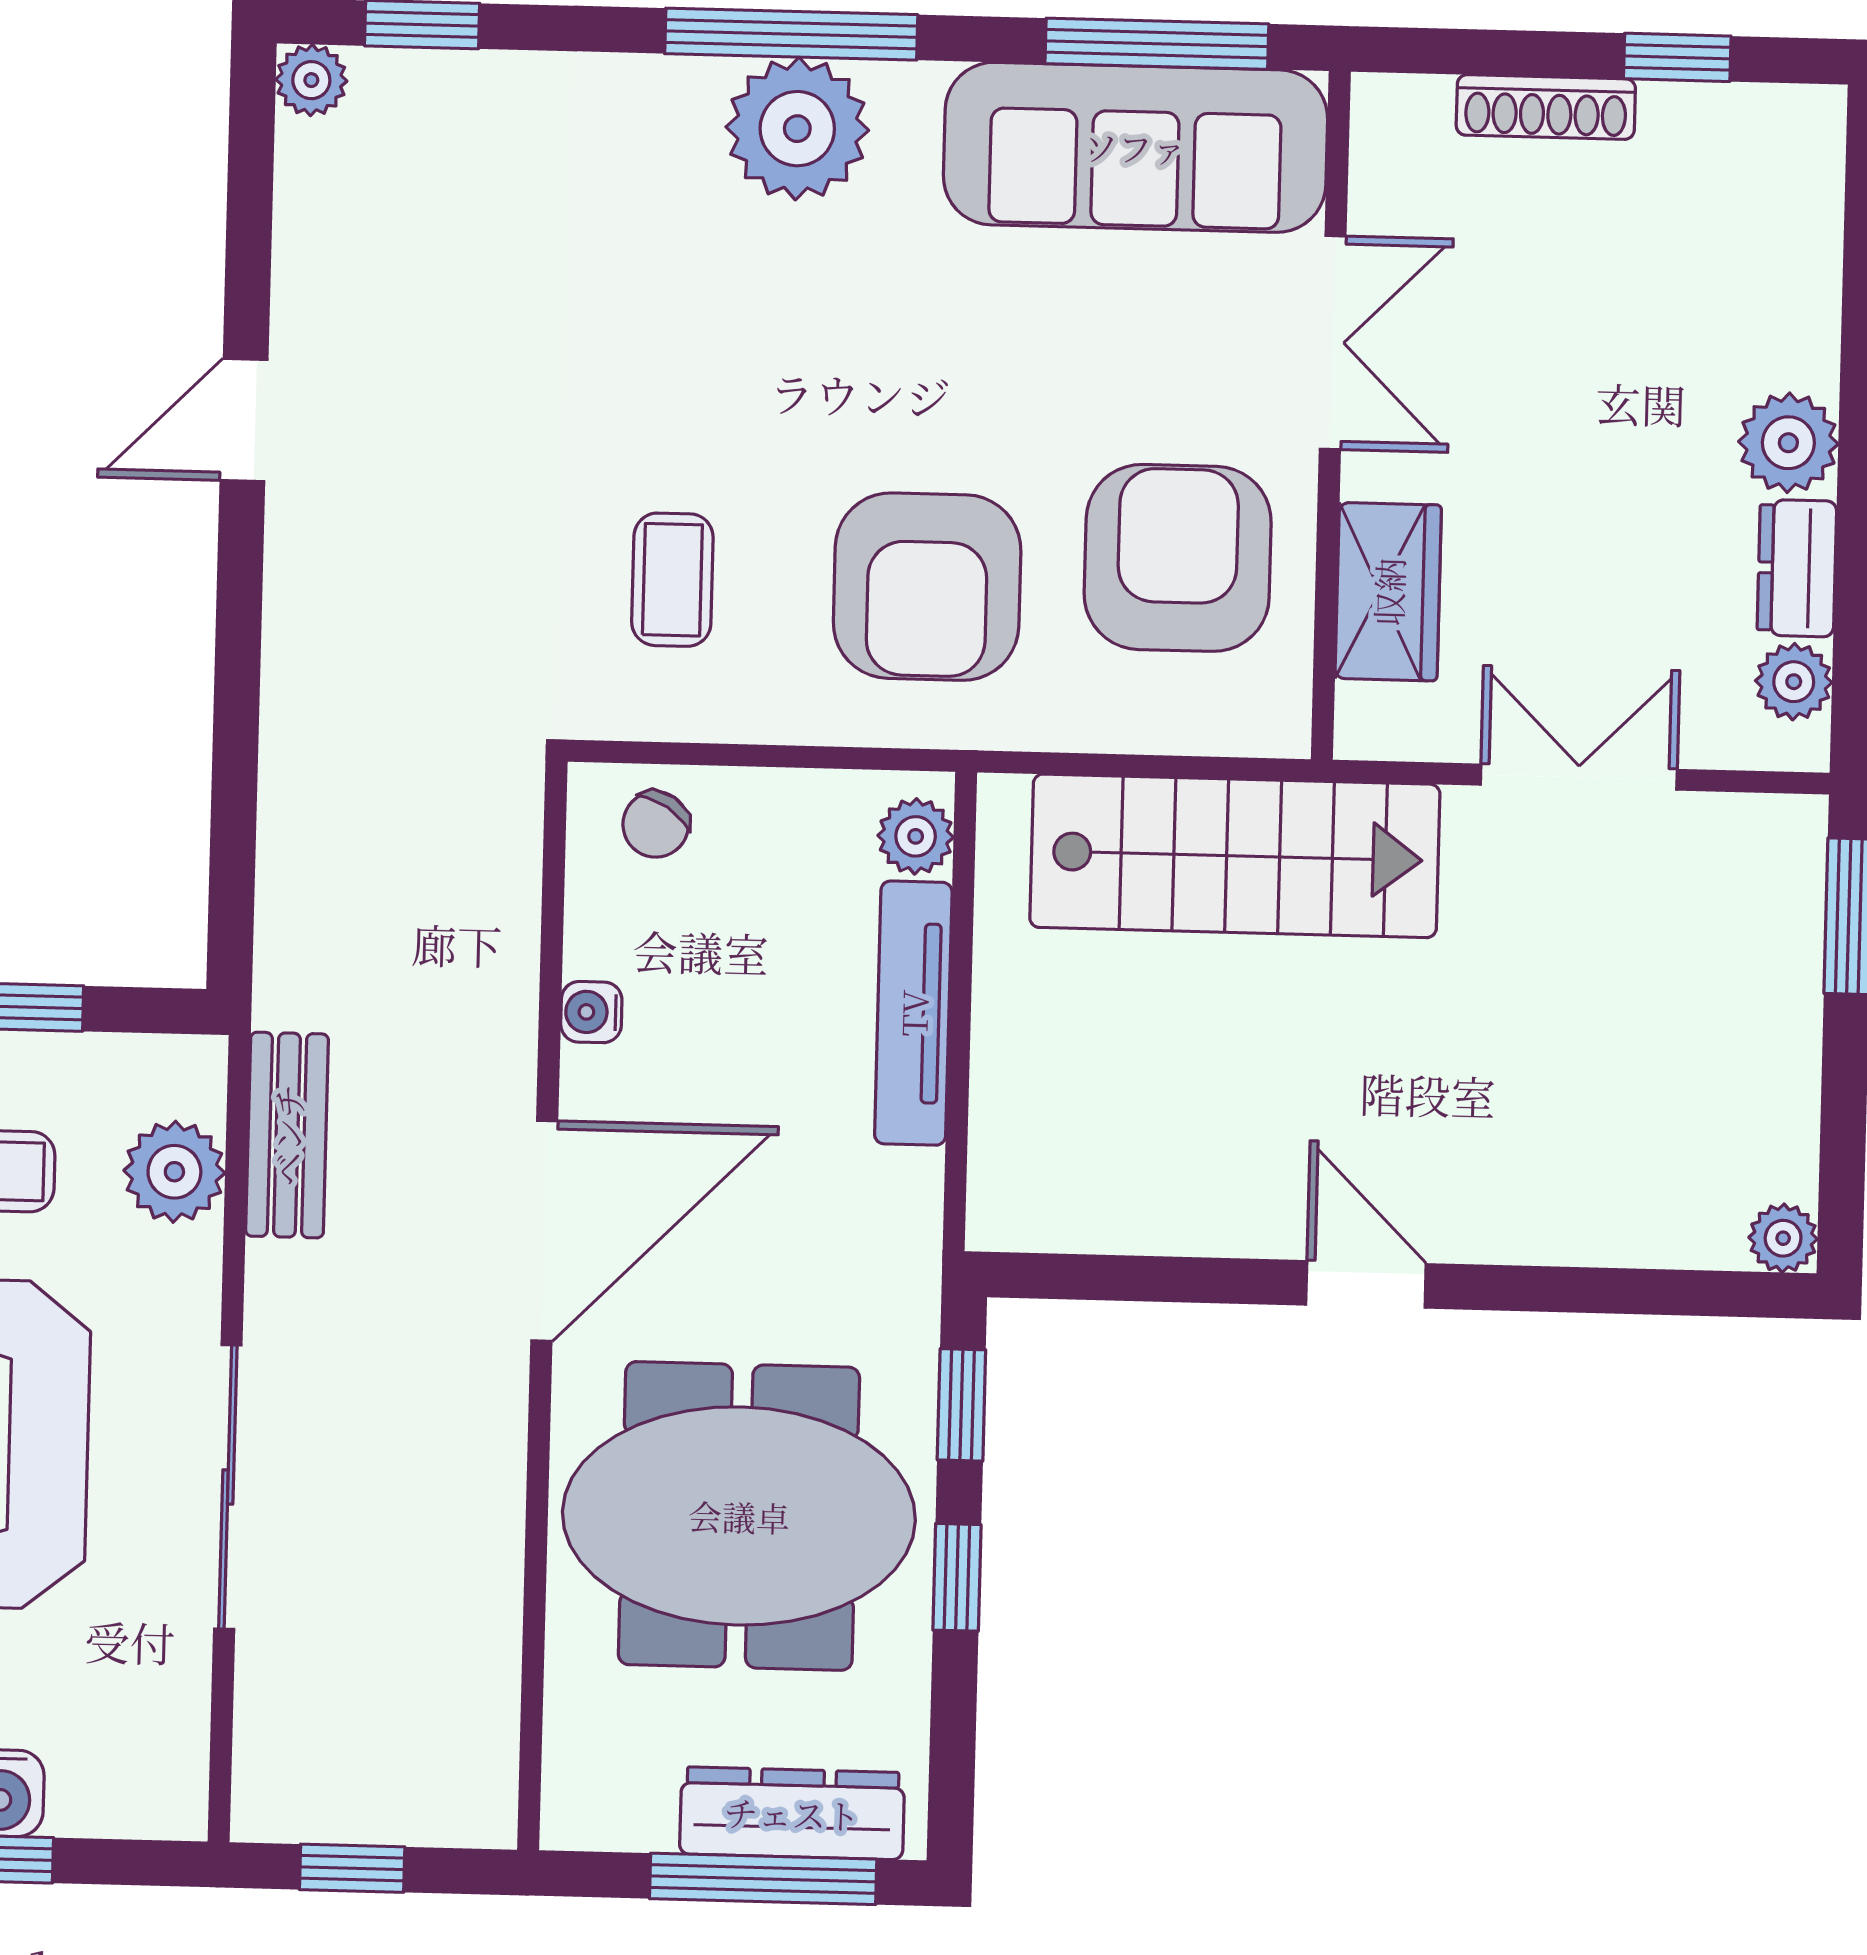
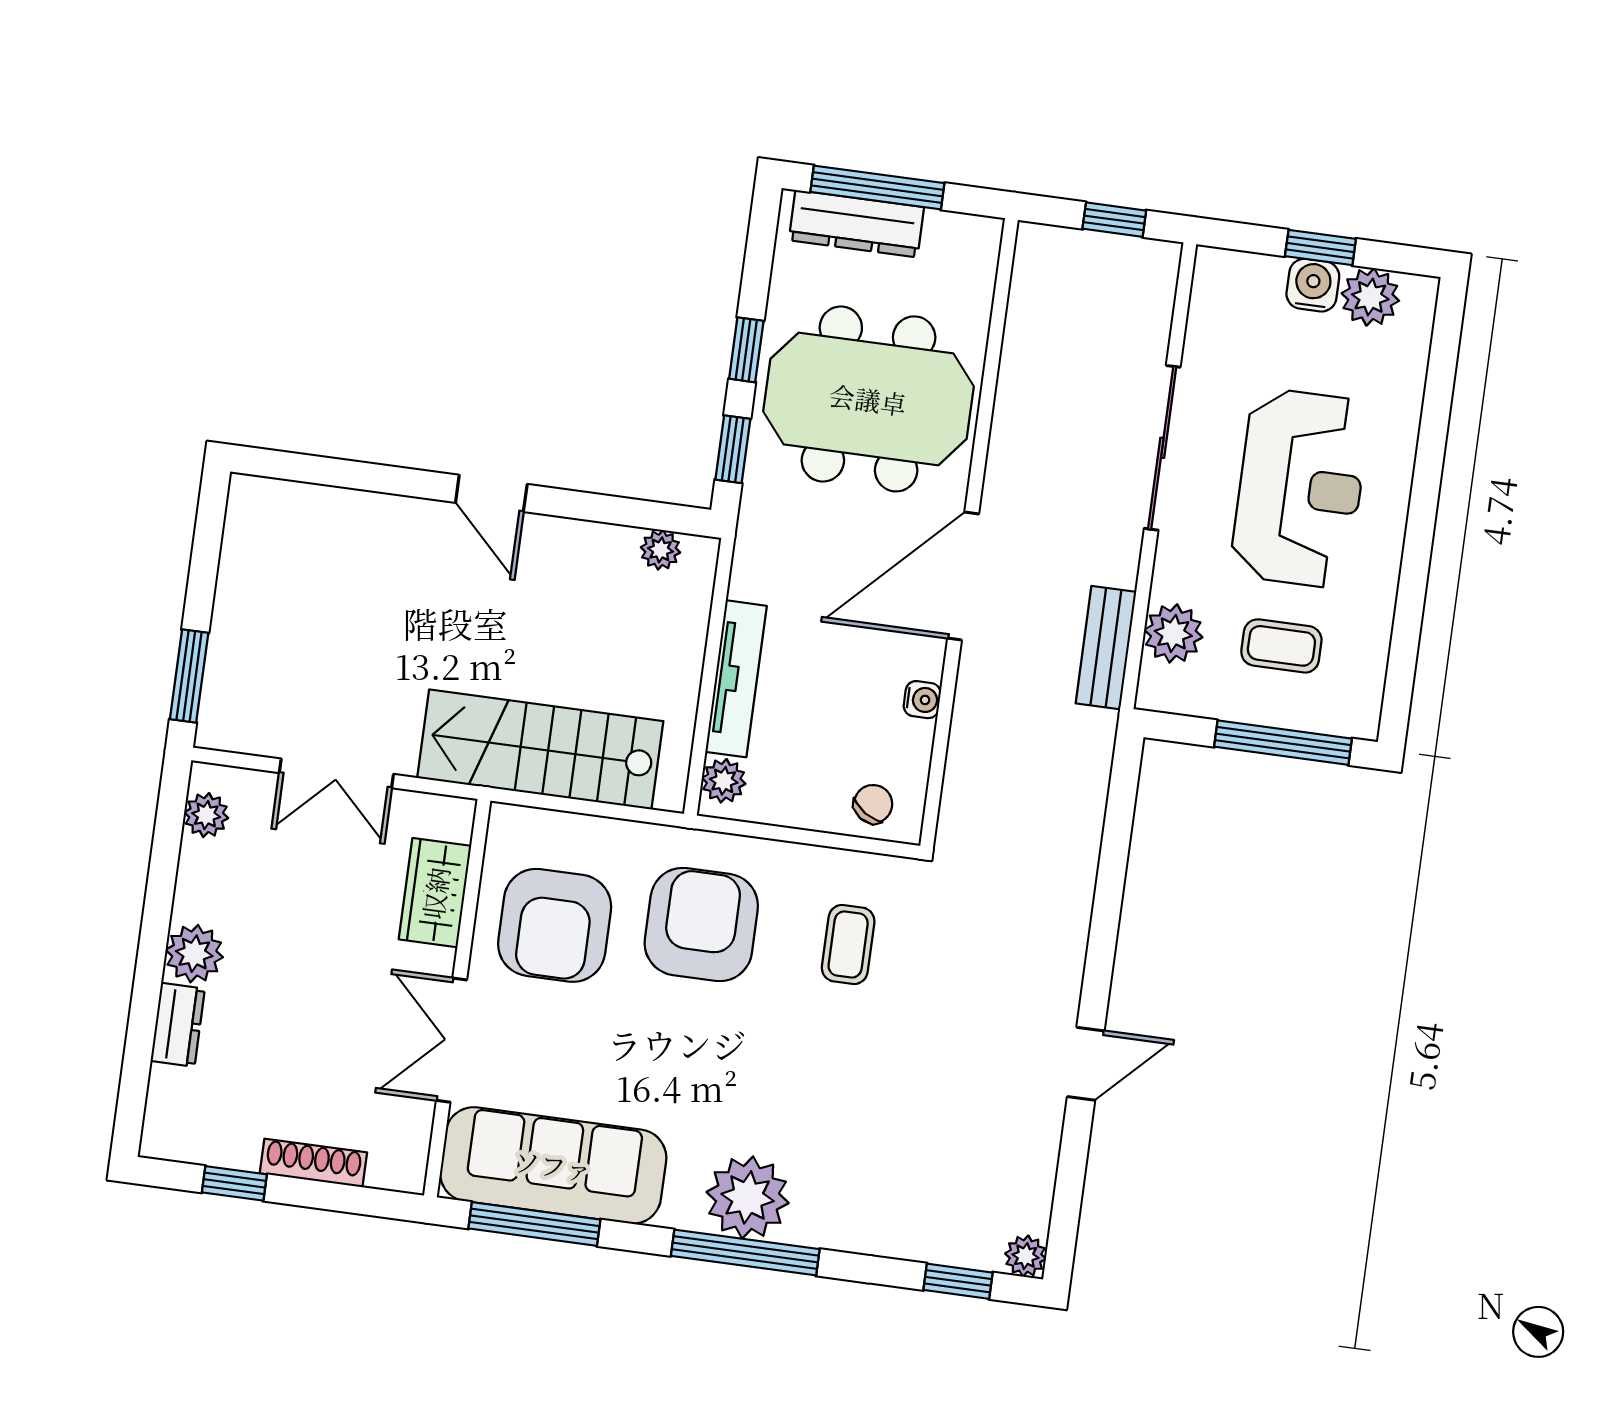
dresser: (1797, 568) -> (178, 1025), moved
plant: (1783, 1238) -> (660, 550), moved

